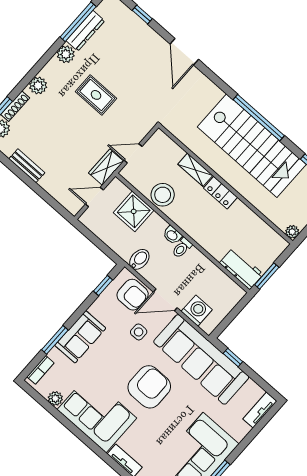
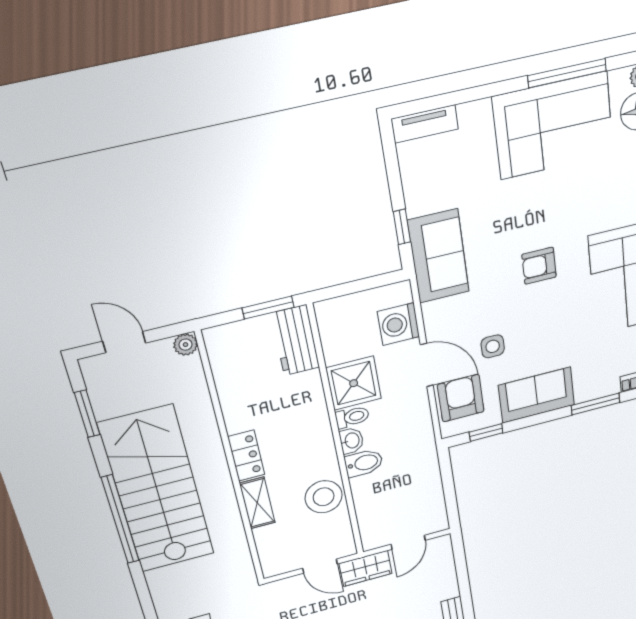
door: (94, 197) -> (408, 542), hinge flipped
shower: (134, 211) -> (354, 383), moved
bidet: (139, 259) -> (364, 463), moved, turned 180
sofa: (80, 337) -> (537, 395), moved
sofa: (201, 359) -> (438, 256), width x0.54, depth x0.79
armchair: (149, 387) -> (539, 266), width x0.53, depth x0.53

